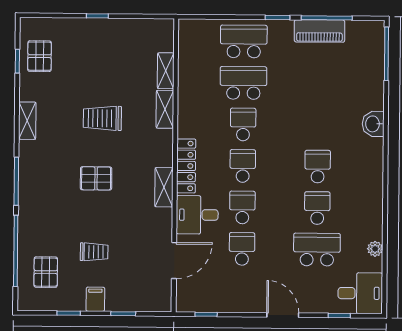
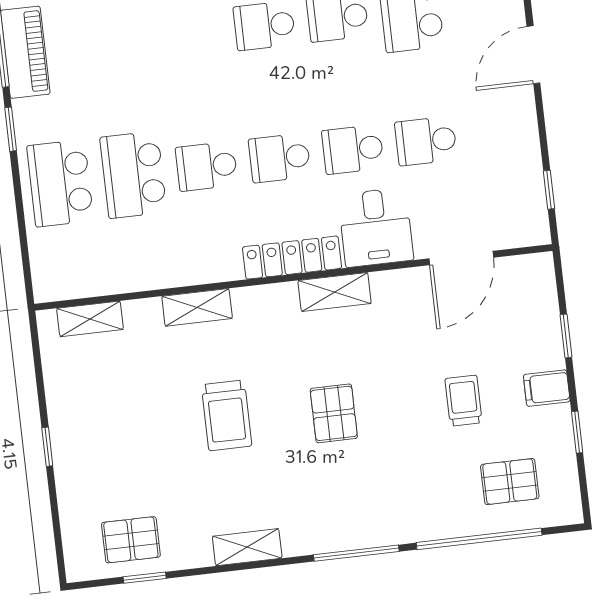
shelving: (166, 71) -> (90, 319), moved
door: (174, 260) -> (461, 258), swing flipped

